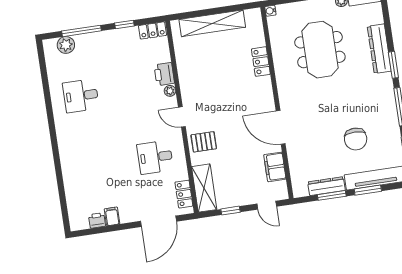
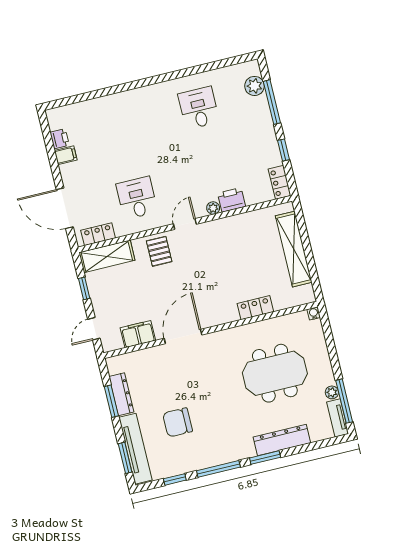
window: (368, 190) -> (125, 458), moved

